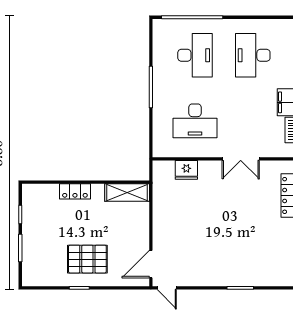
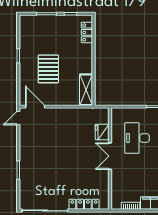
double door: (241, 159) -> (110, 156), moved
locker: (75, 191) -> (87, 32), moved
pallet: (87, 259) -> (48, 69), moved

